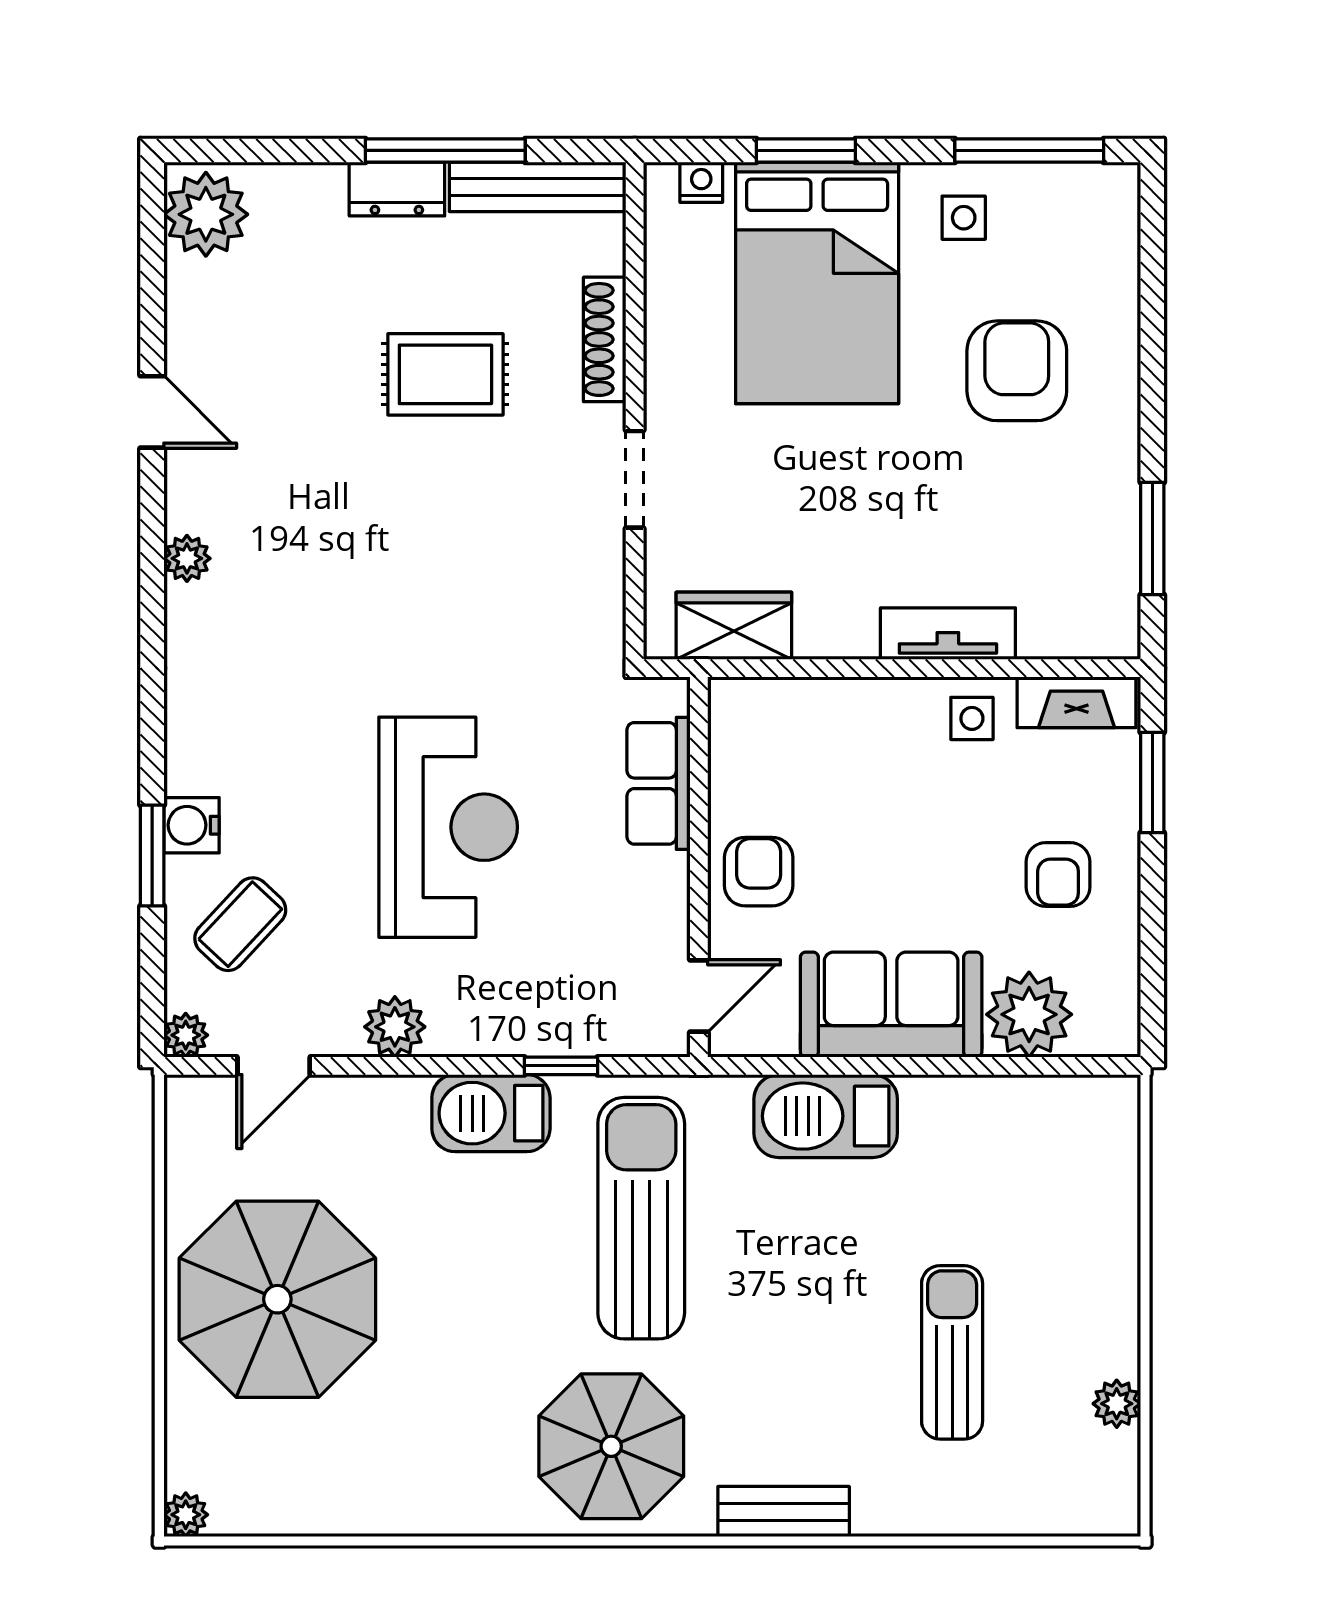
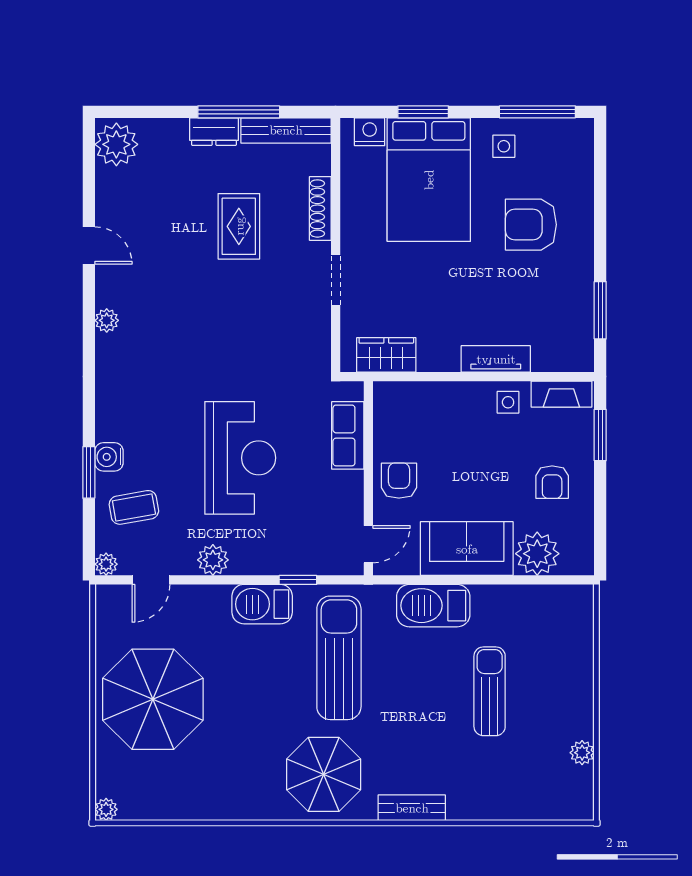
nightstand: (701, 182) -> (370, 132), width x1.39, depth x1.35
armchair: (1017, 371) -> (531, 225), turned -90
rug: (445, 374) -> (239, 226), turned 90
coffee table: (240, 924) -> (134, 507), turned 37
sun lounger: (952, 1352) -> (490, 691), moved

